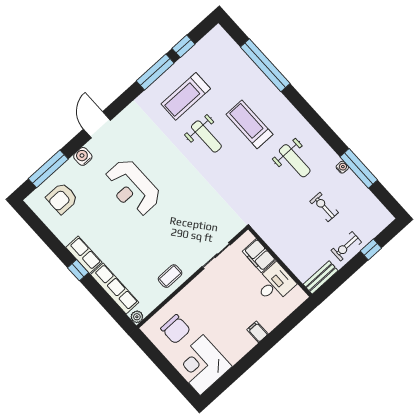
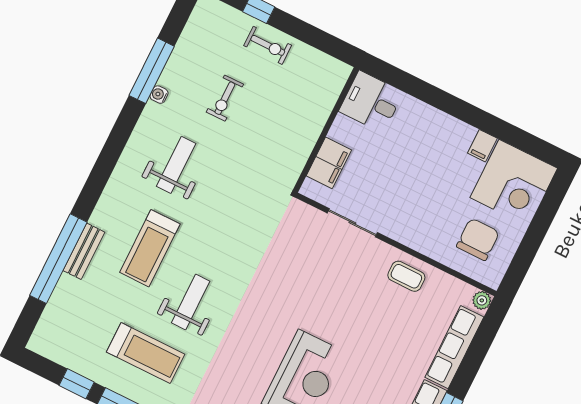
bench: (321, 277) -> (84, 251), moved, turned 90
desk: (275, 284) -> (371, 102), moved
filing cabinet: (257, 332) -> (482, 146), moved

